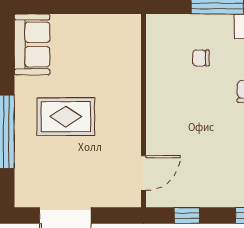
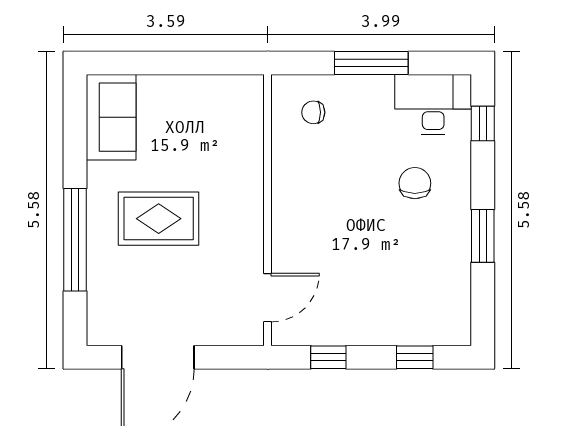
chair: (201, 58) -> (313, 112), moved

